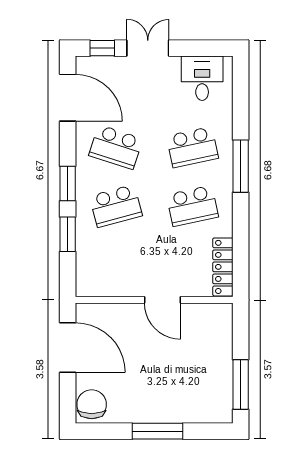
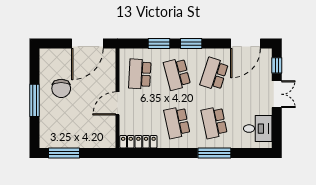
window: (241, 166) -> (214, 153), moved
school desk: (116, 265) -> (140, 74), added
chair: (92, 404) -> (61, 88), moved, turned 90

